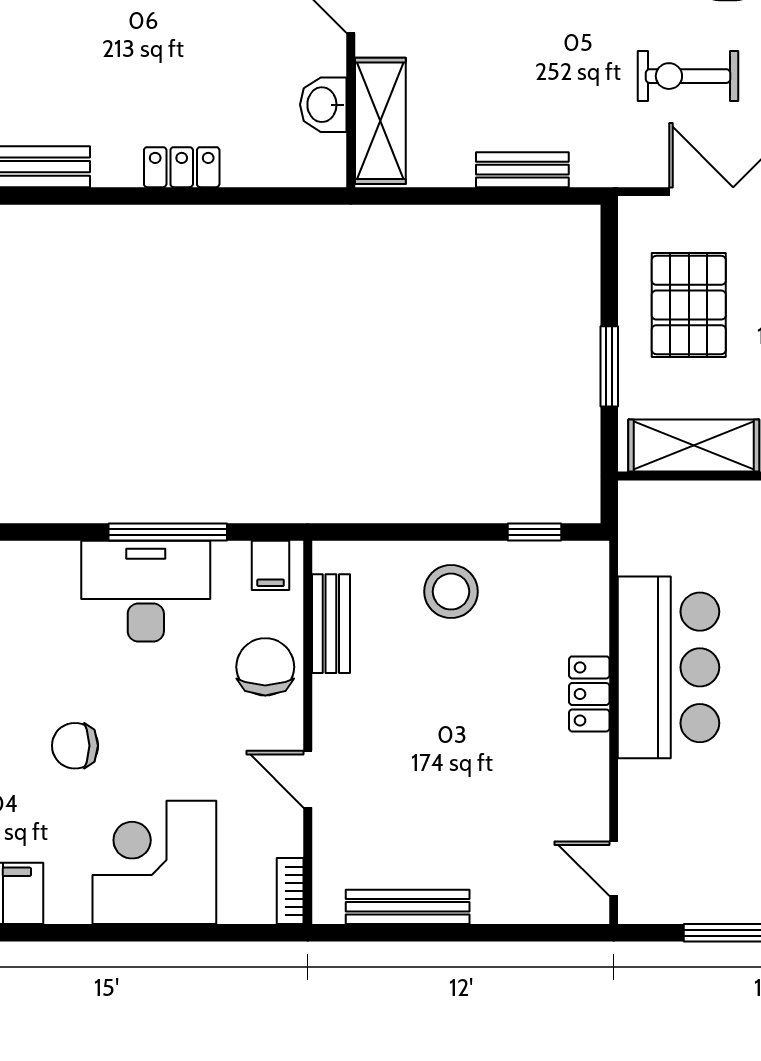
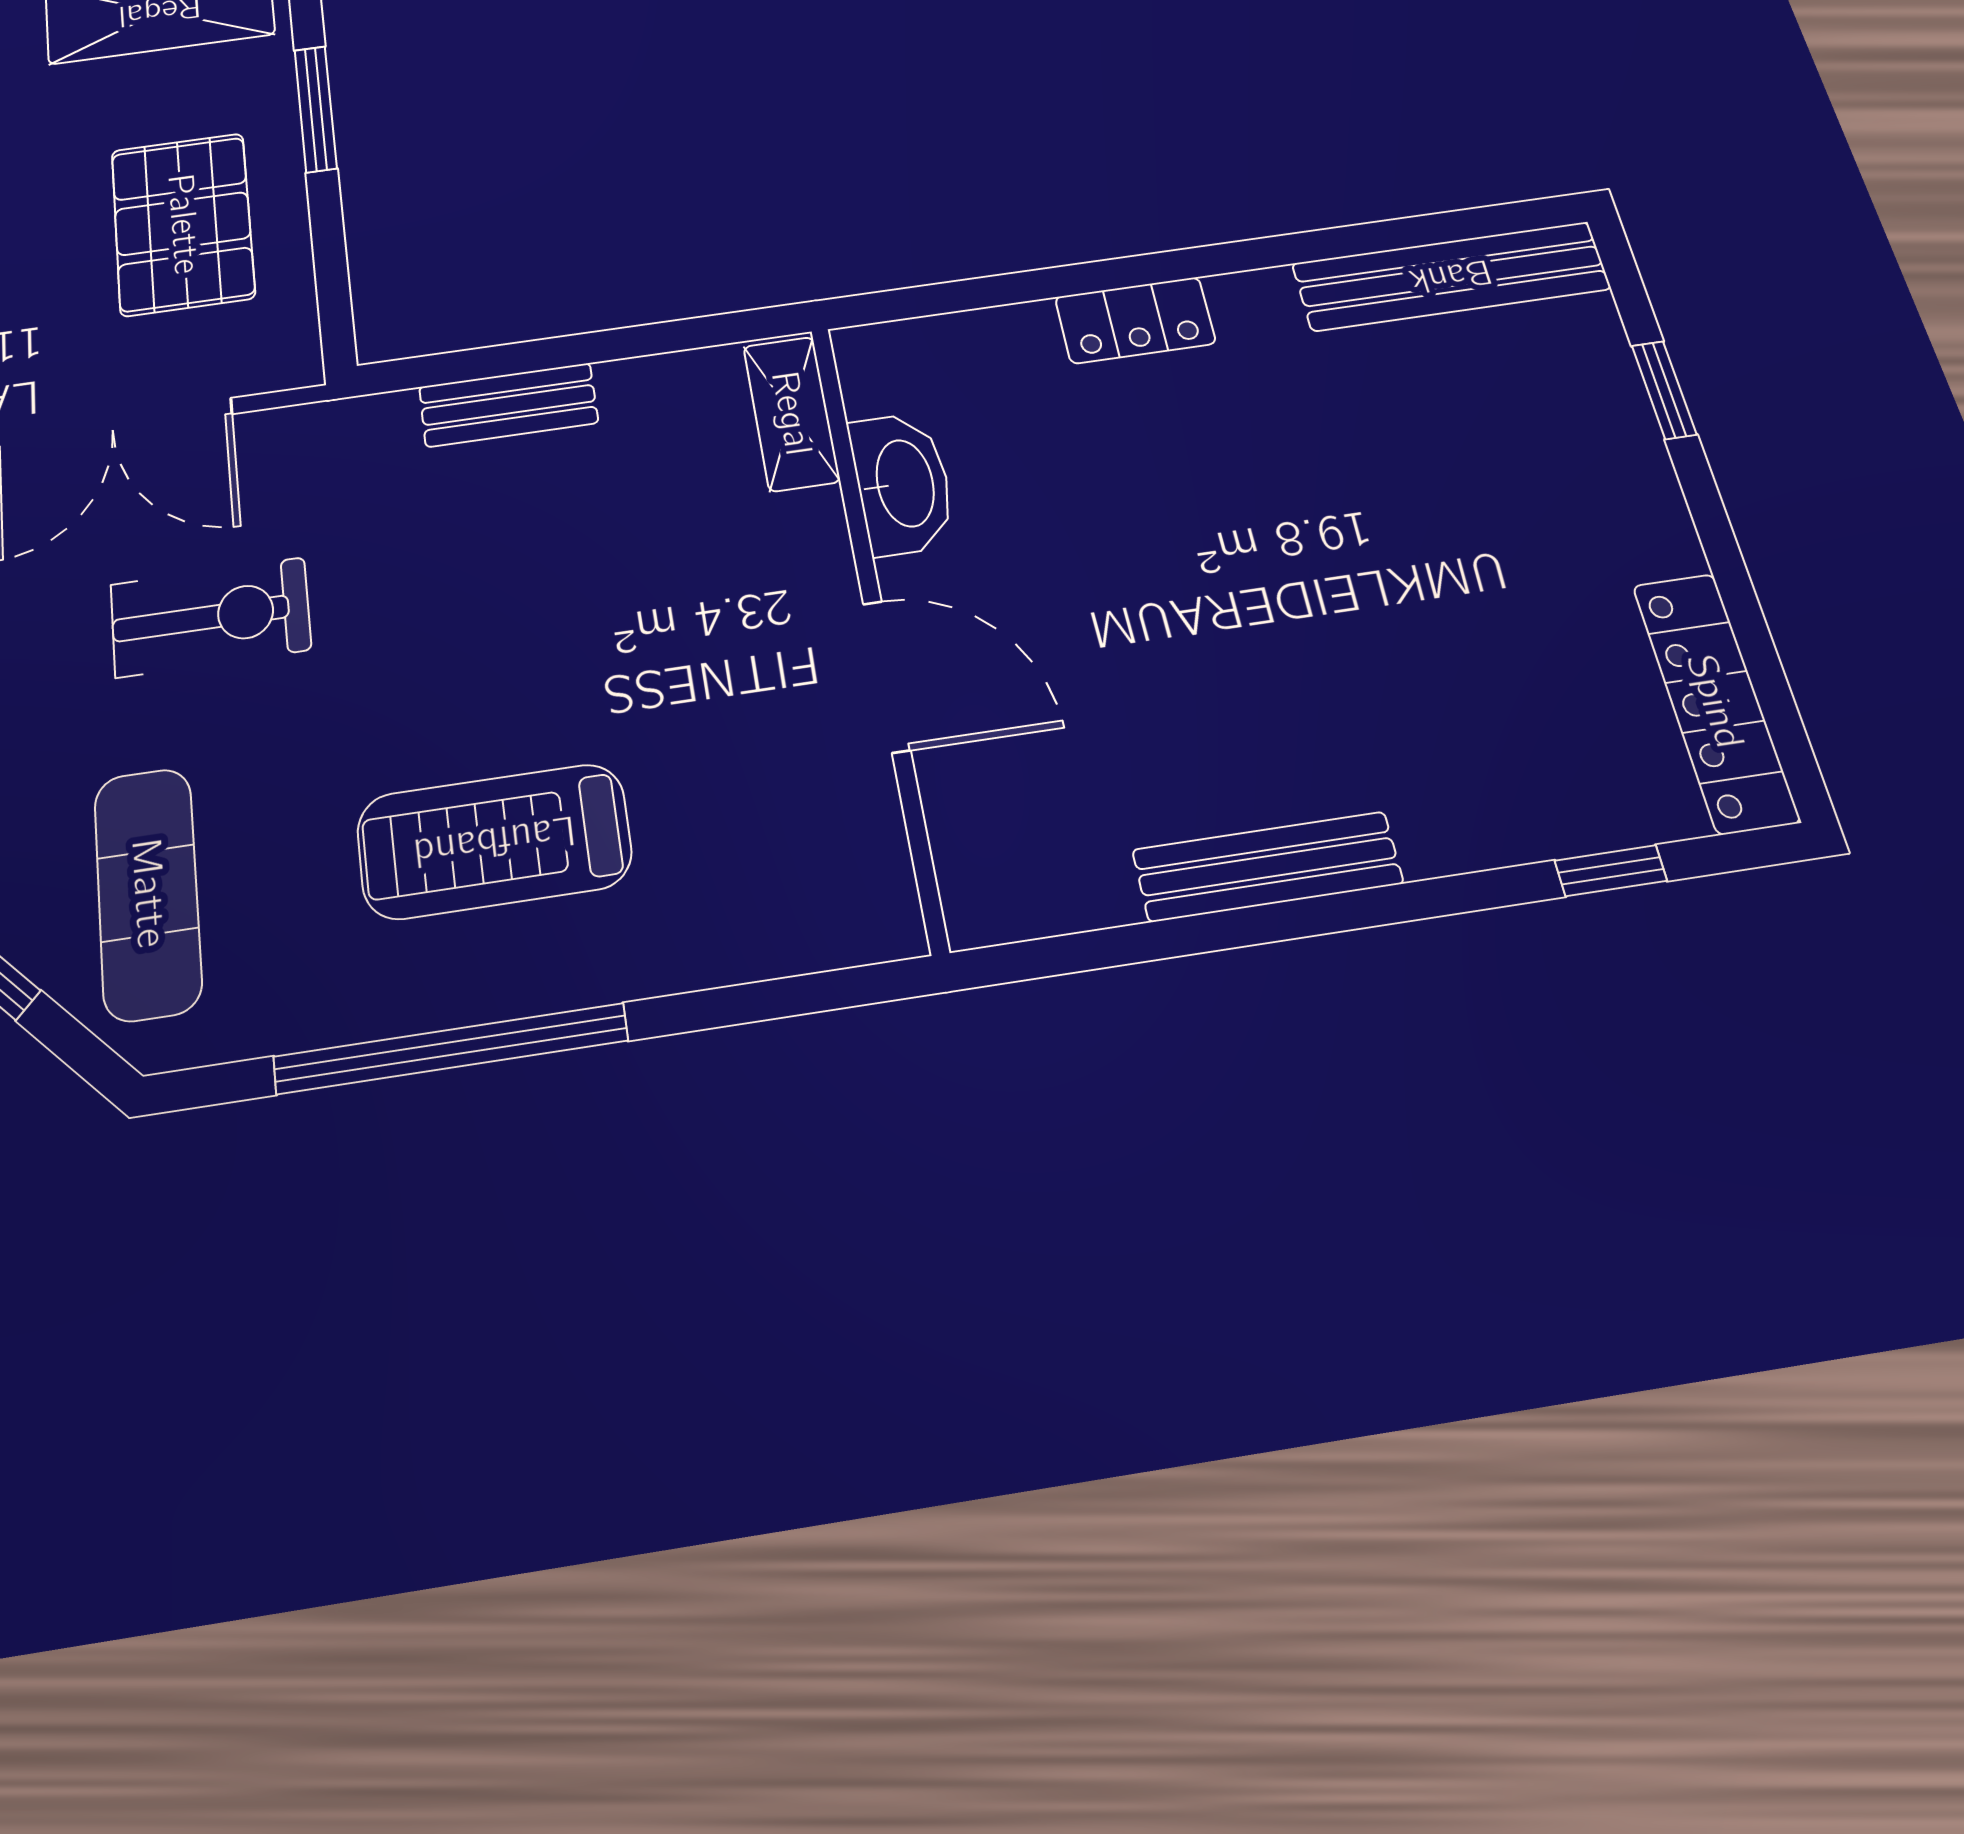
washbasin: (323, 105) -> (903, 484), width x1.38
shelving: (380, 121) -> (791, 413), width x0.67, depth x0.75

